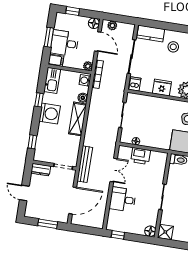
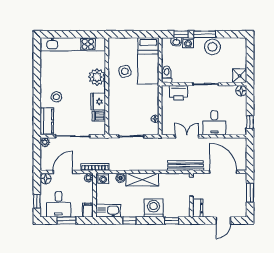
plant: (112, 26) -> (45, 142), moved
desk: (64, 43) -> (59, 204), moved
dishwasher: (135, 84) -> (99, 116), moved
washing machine: (50, 114) -> (154, 208), moved
printer: (141, 156) -> (179, 93), moved, turned 90

